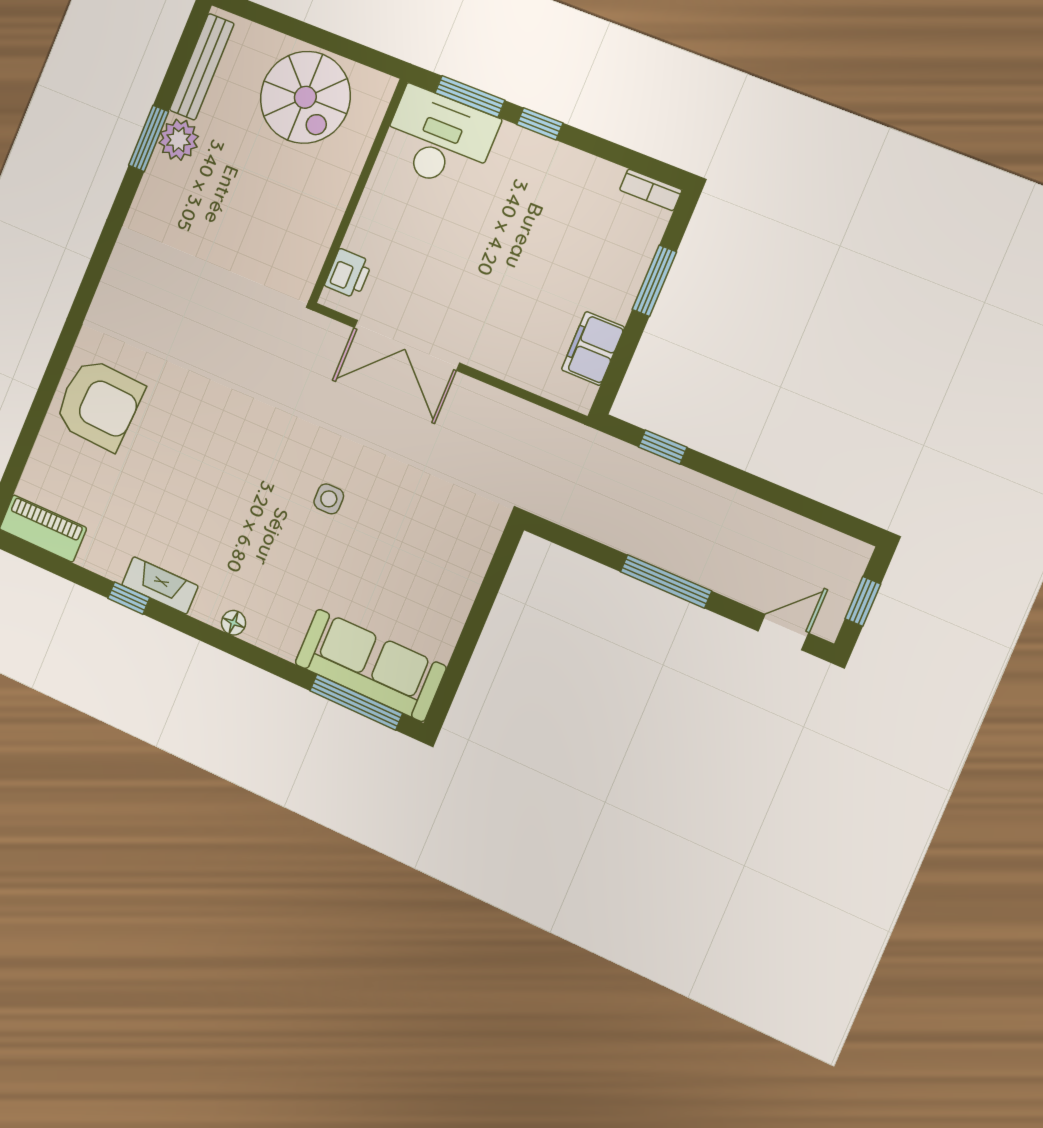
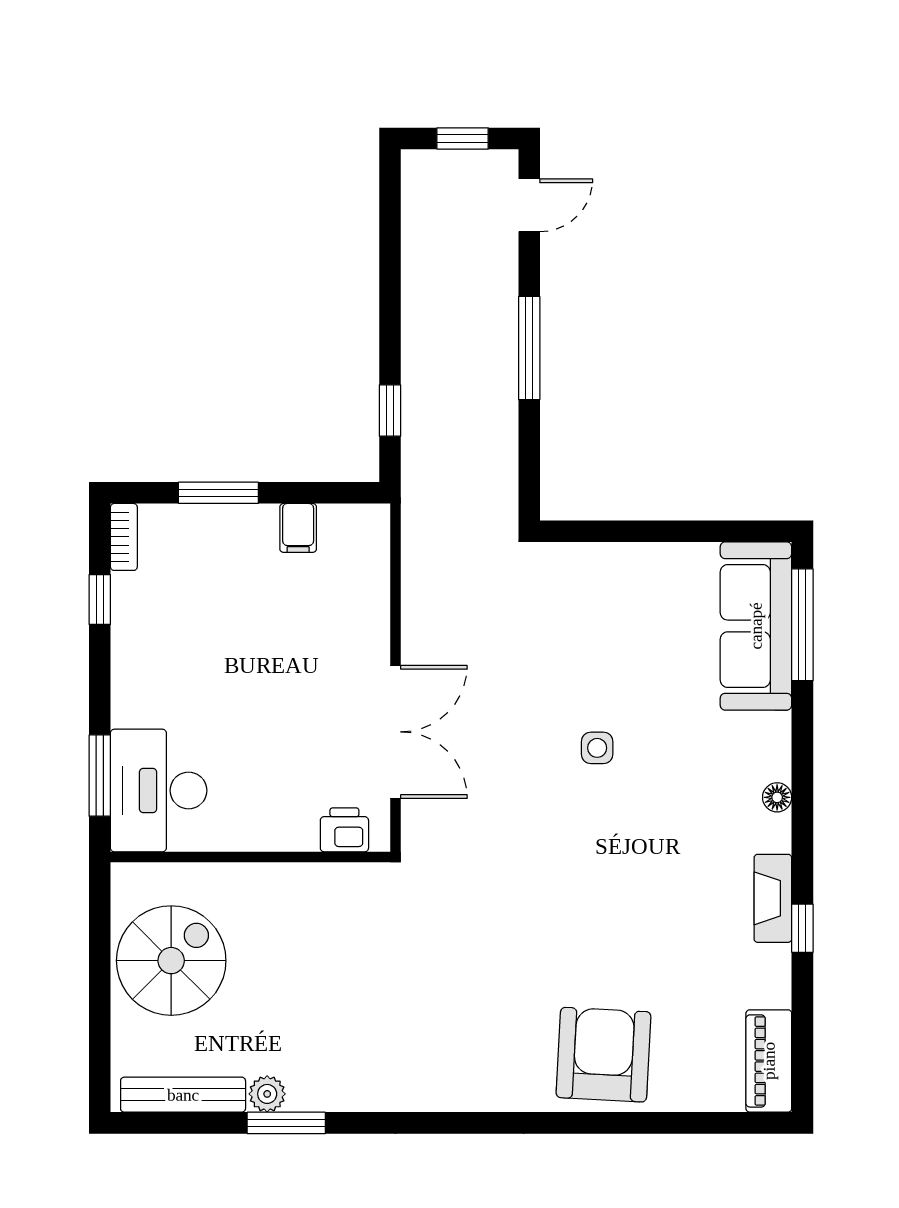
window: (540, 124) -> (100, 600), moved
plant: (179, 140) -> (267, 1094), width x0.73, depth x0.73
filing cabinet: (593, 348) -> (298, 528), width x0.50
door: (783, 632) -> (529, 205), swing flipped

